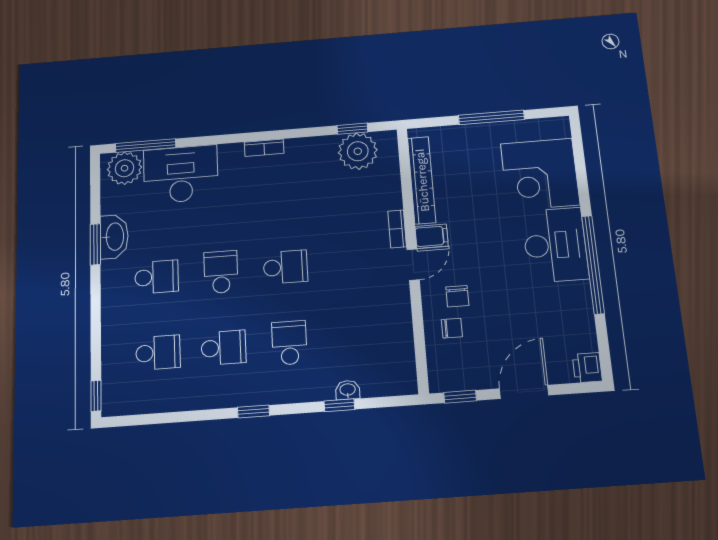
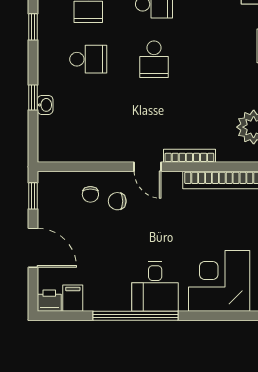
bookcase: (397, 229) -> (189, 156), width x1.56
filing cabinet: (432, 236) -> (73, 298), moved, turned 180
desk: (555, 245) -> (155, 287), width x0.73

